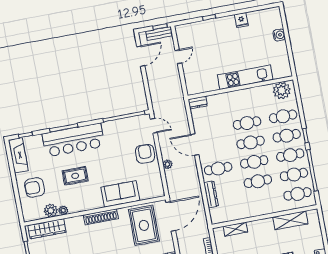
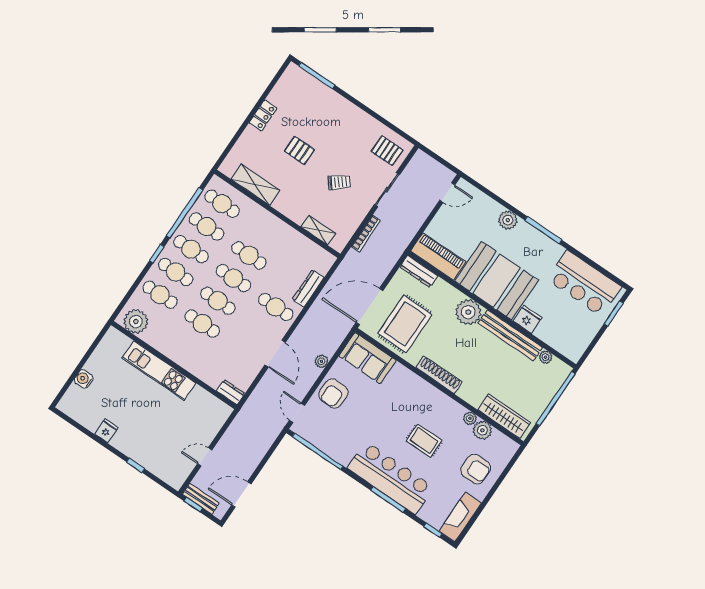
sofa: (120, 194) -> (368, 358), moved

